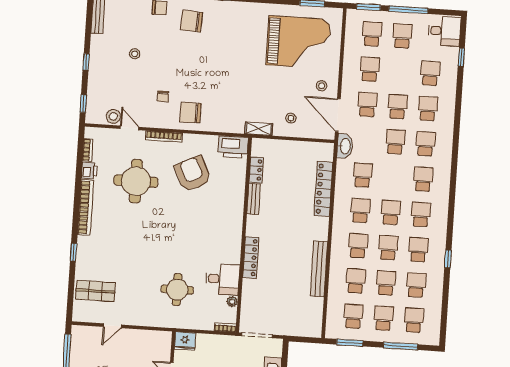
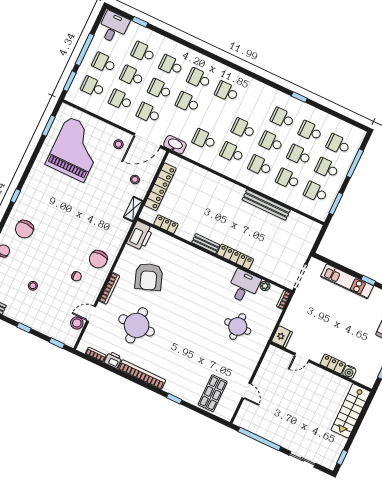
armchair: (193, 174) -> (149, 277), turned -84
locker: (323, 189) -> (160, 187), moved, turned -90
bench: (254, 199) -> (206, 244), moved
school desk: (421, 214) -> (132, 76), moved

